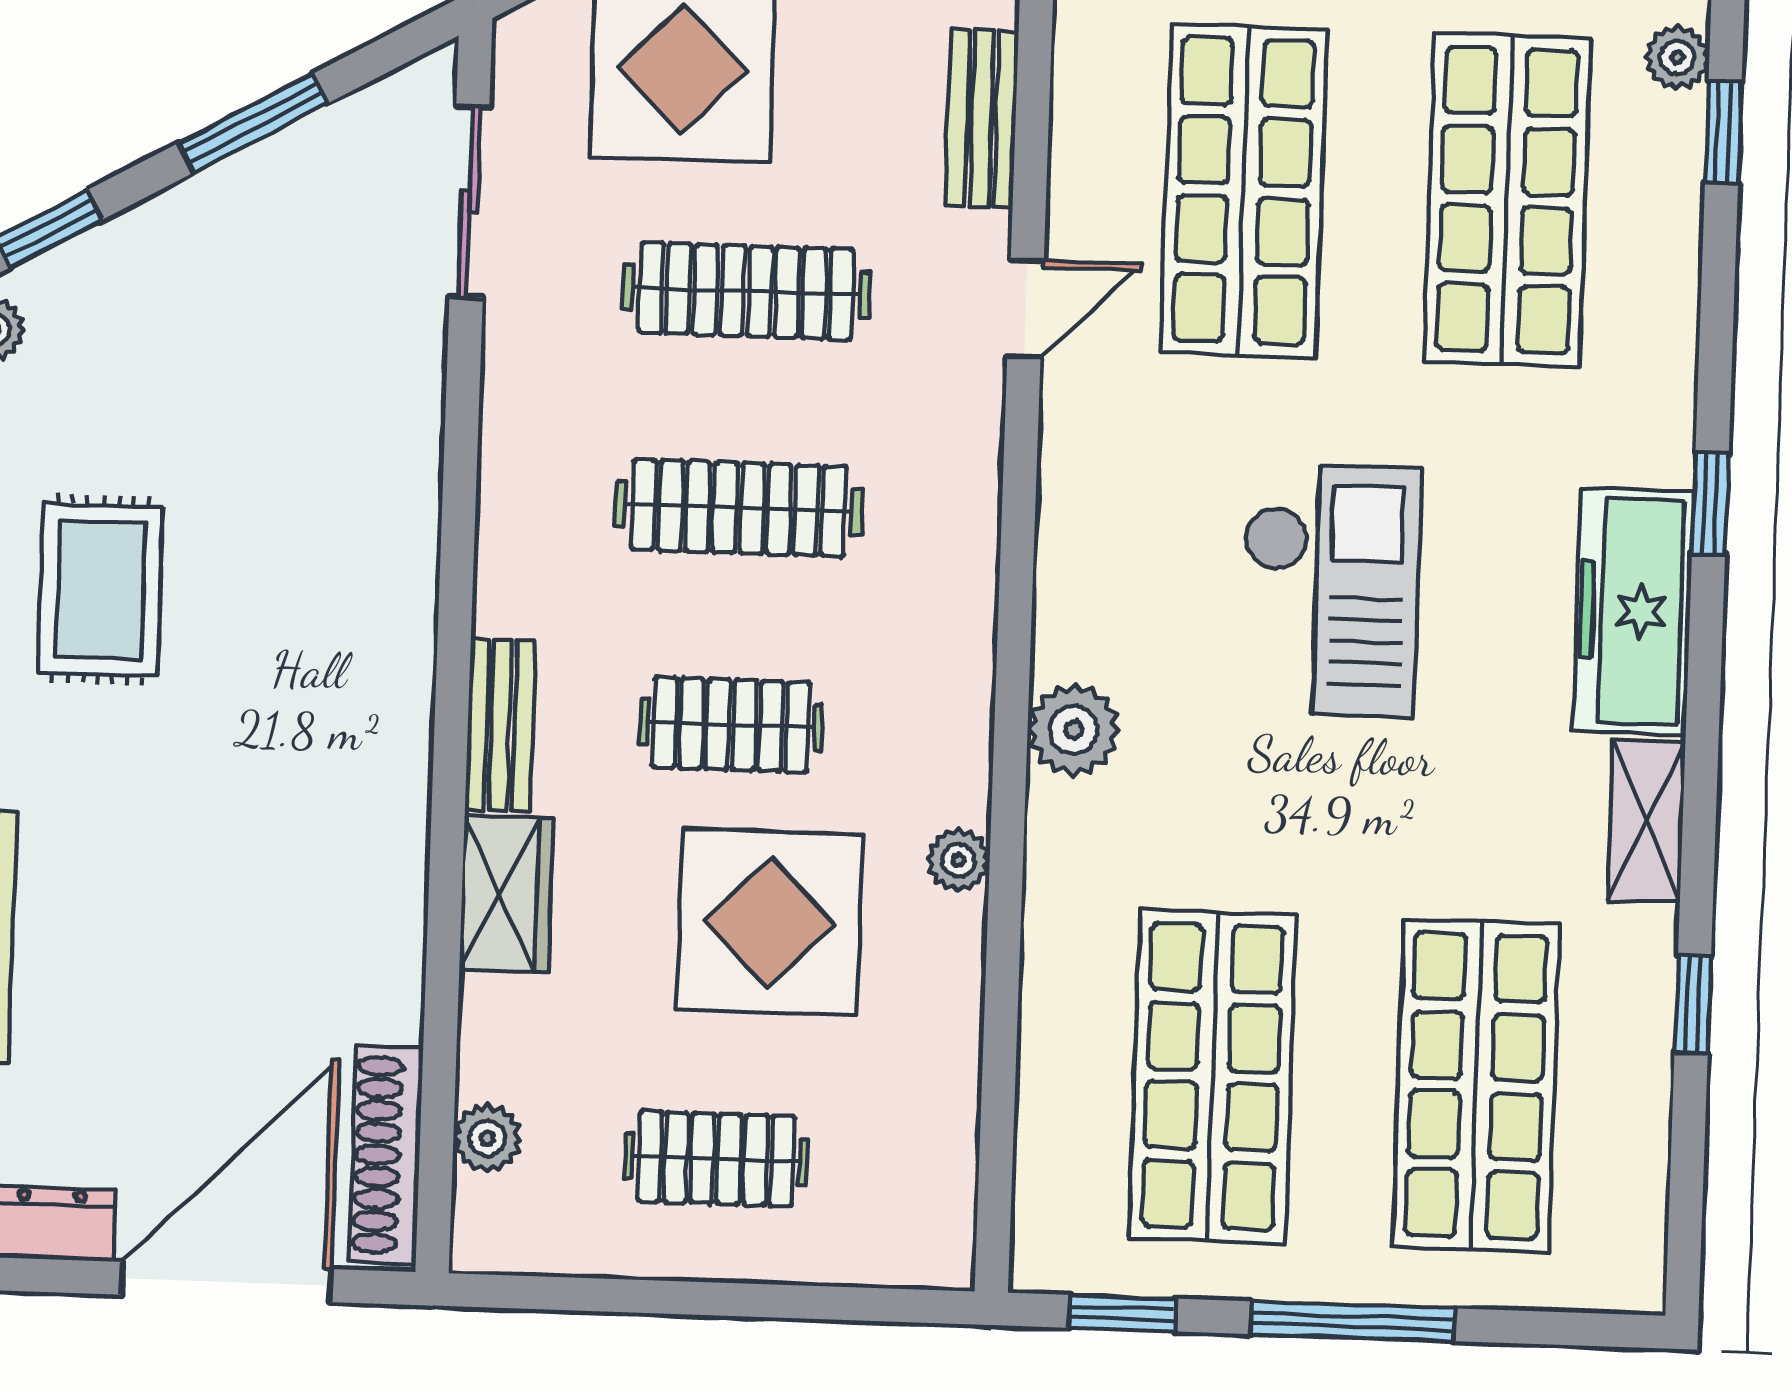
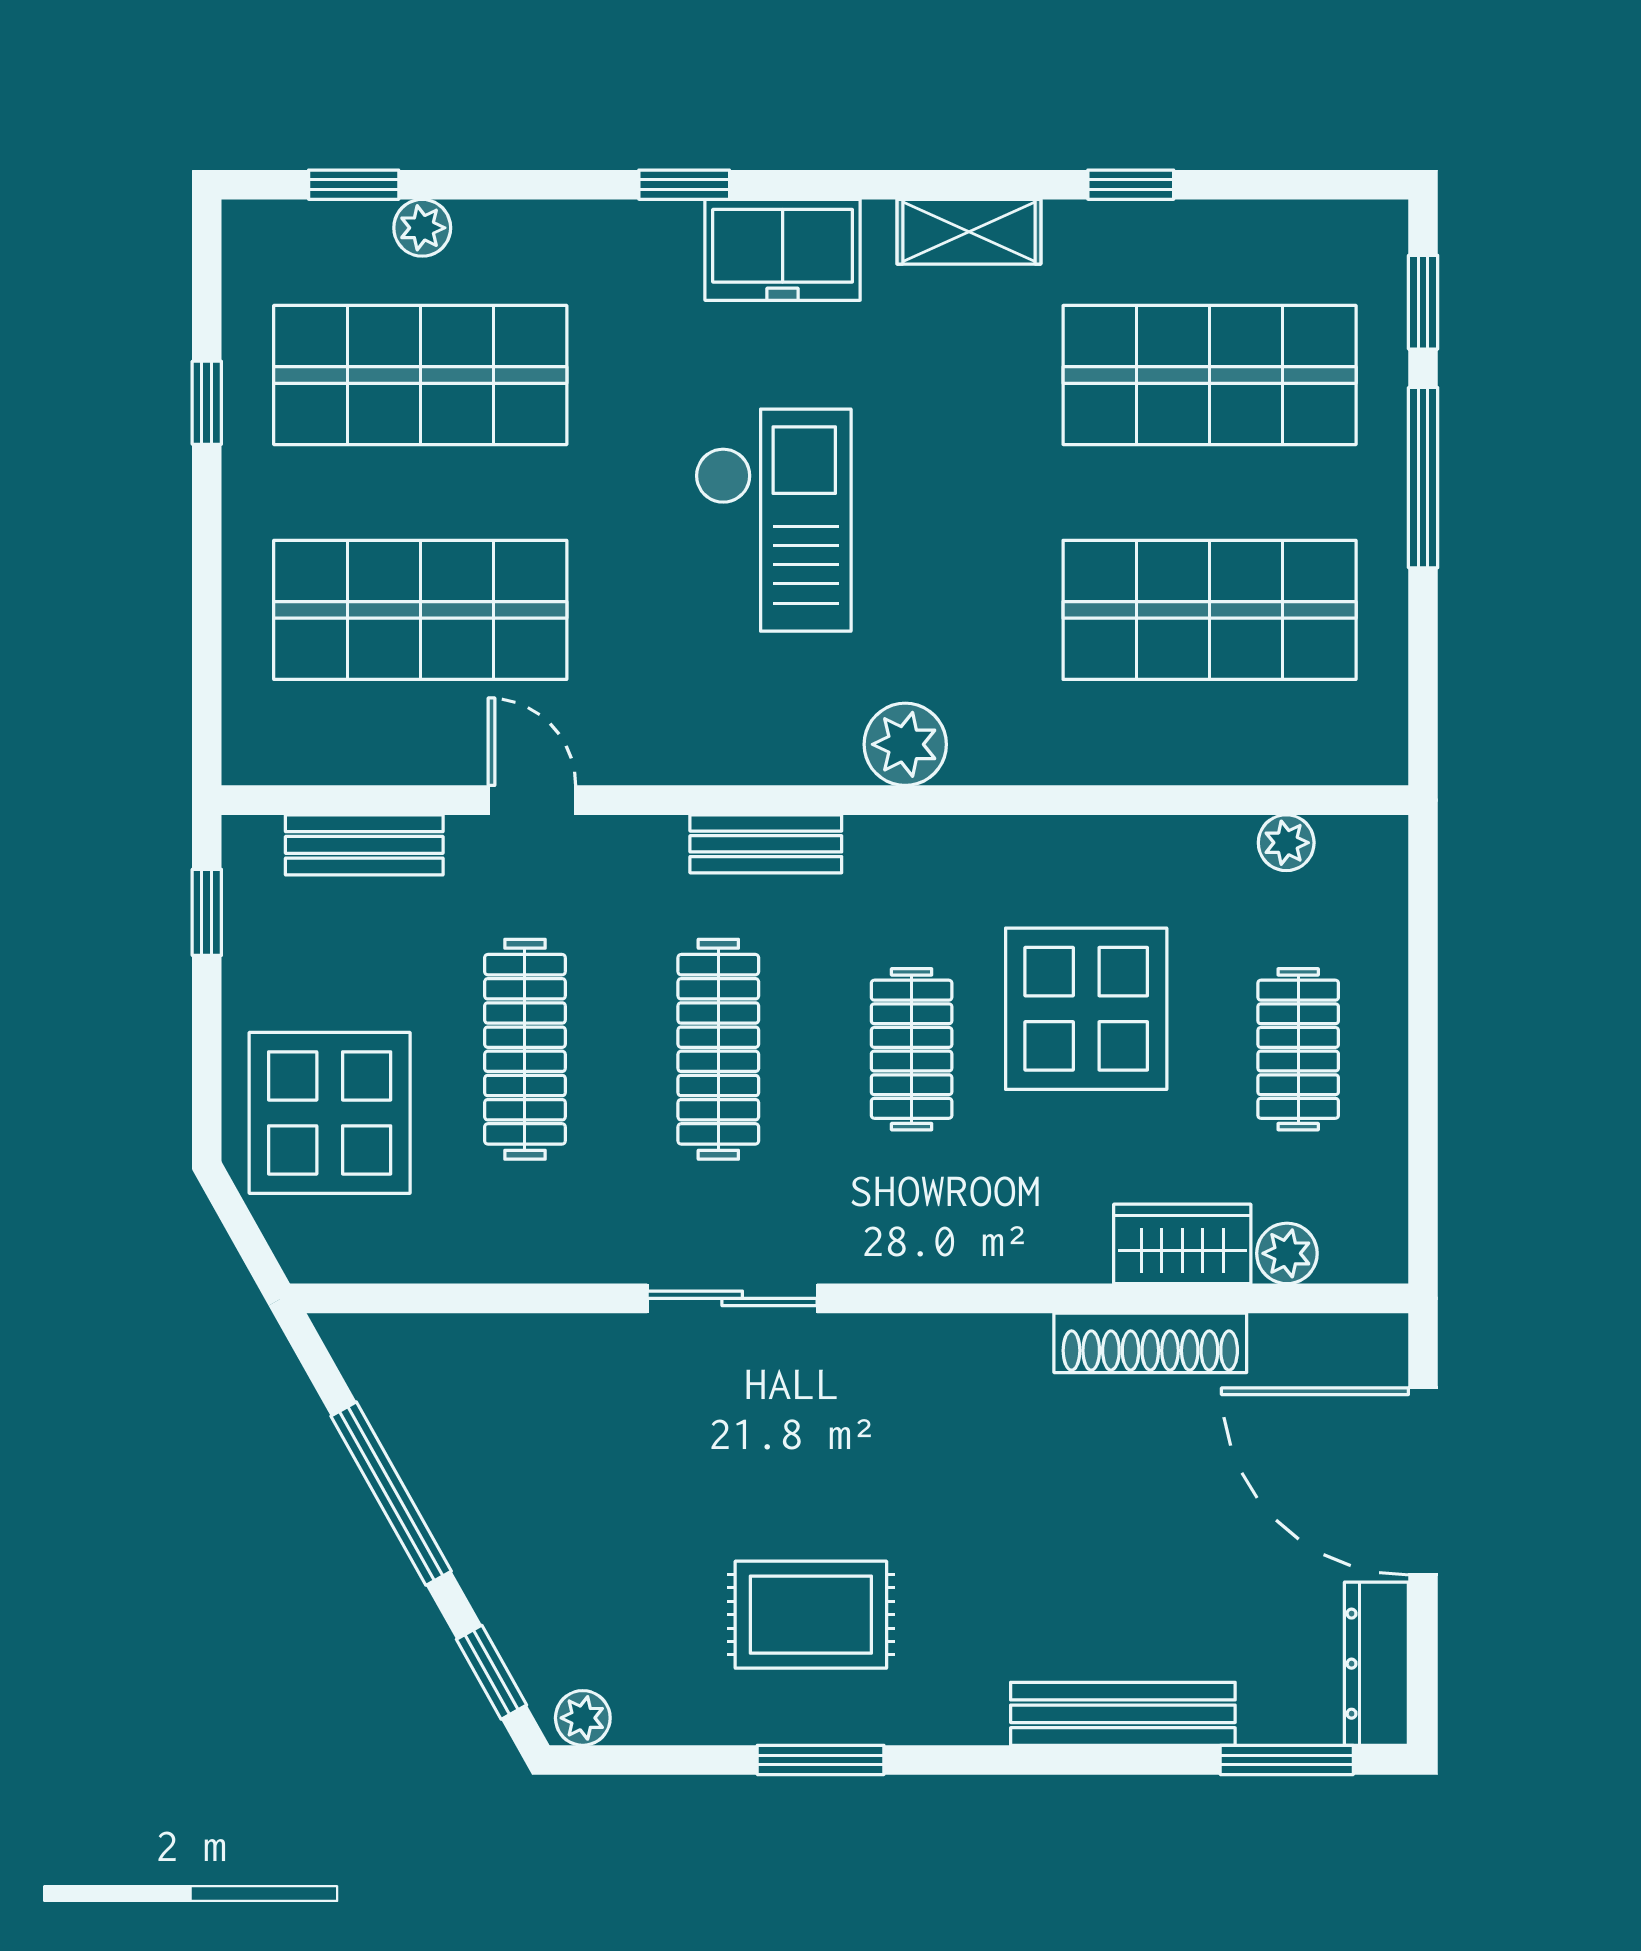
plant: (1677, 57) -> (422, 228), moved
window: (253, 123) -> (391, 1494), width x1.44
sliding door: (469, 202) -> (732, 1298), moved
checkout: (1330, 590) -> (773, 520), turned 90
freezer: (1633, 611) -> (783, 250), width x0.71
bench: (500, 725) -> (766, 844), moved
plant: (958, 860) -> (1286, 843), moved
wardrobe: (506, 894) -> (1182, 1244), moved
shoe rack: (386, 1155) -> (1150, 1343), moved
window: (1122, 1313) -> (1423, 302), moved

